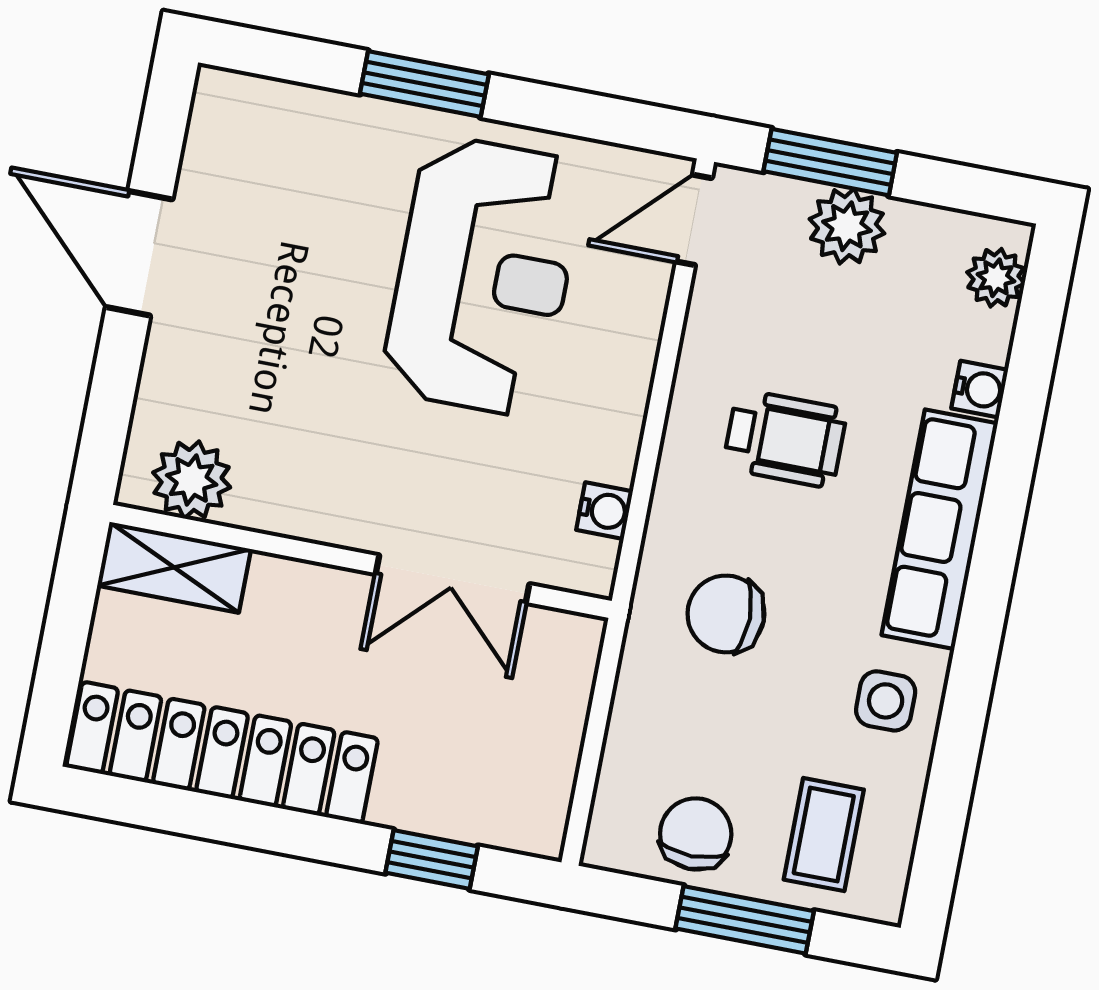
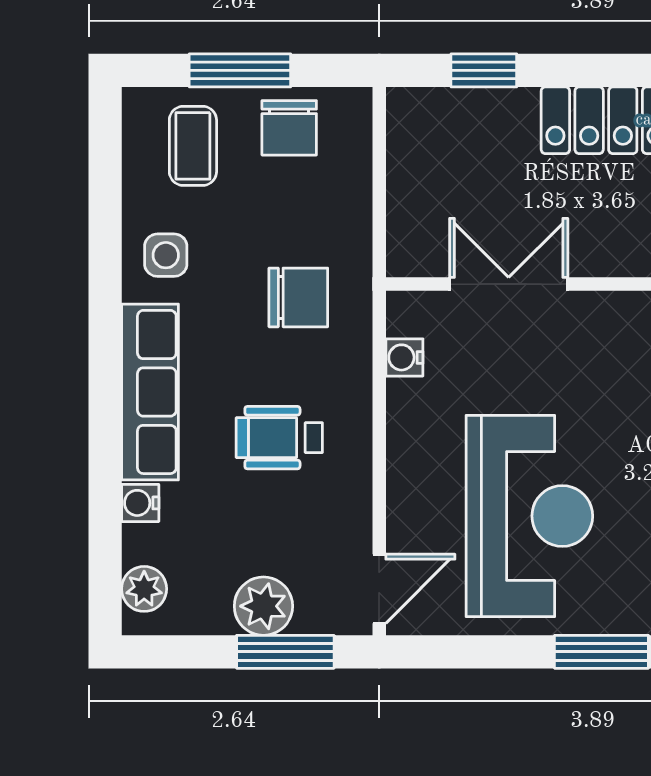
reception desk: (483, 276) -> (529, 516), turned 180

